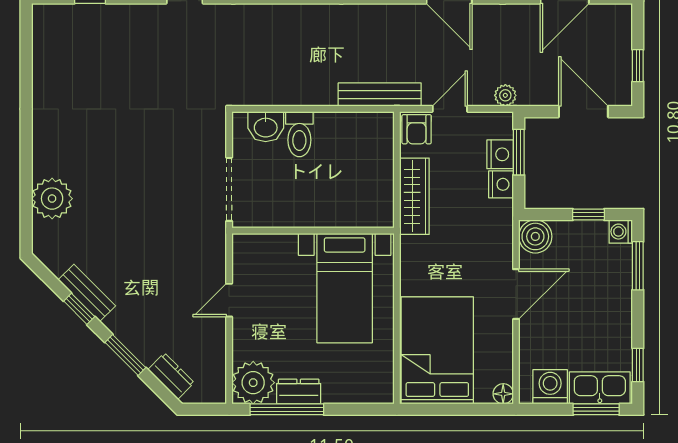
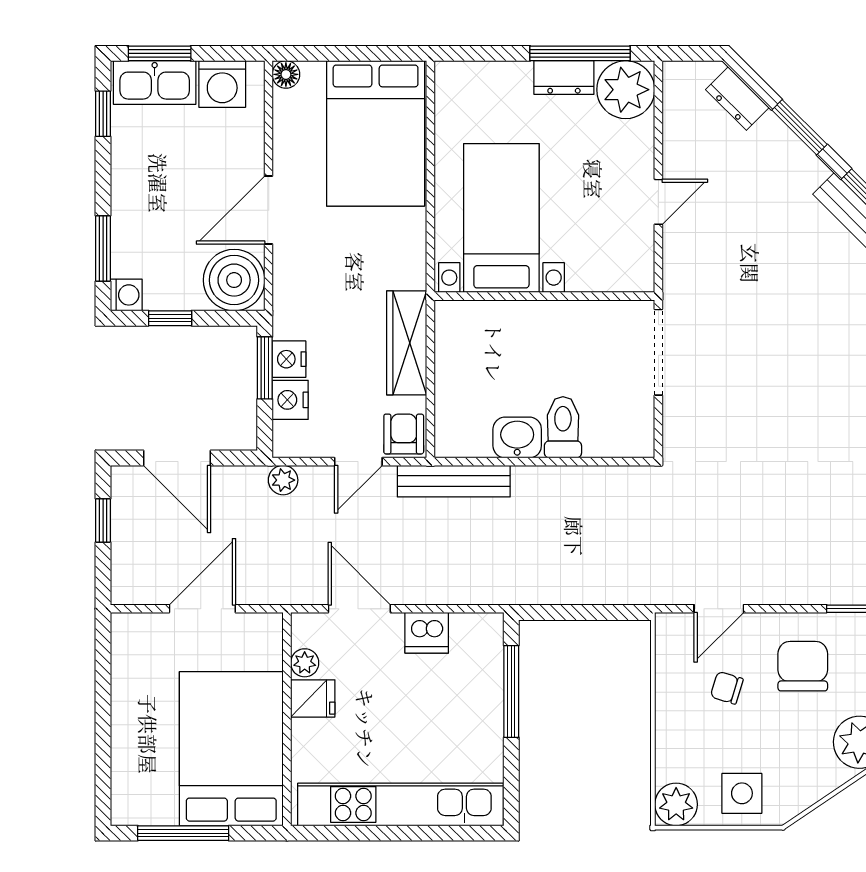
washbasin: (266, 127) -> (517, 437), moved
window: (519, 152) -> (265, 368), moved
boiler: (535, 236) -> (234, 280), width x1.37, depth x1.37

